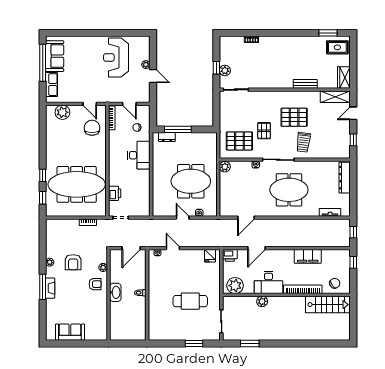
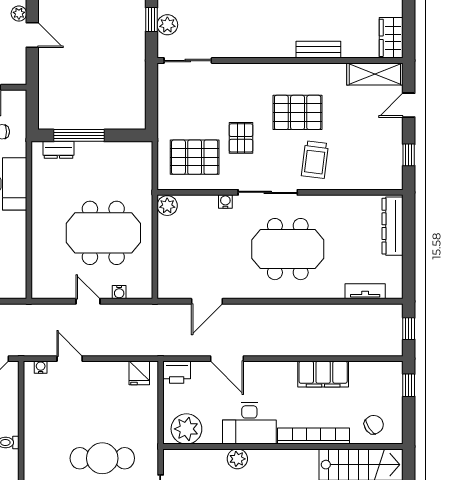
door: (257, 248) -> (227, 359), hinge flipped

